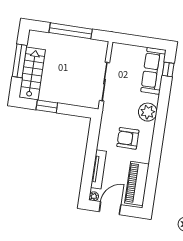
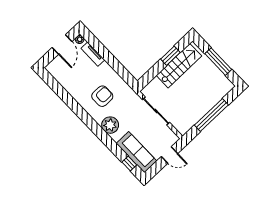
door: (134, 40) -> (169, 155), added
stairs: (32, 74) -> (179, 66), moved, turned -90
tv unit: (98, 169) -> (93, 54), width x0.71
piano: (137, 184) -> (65, 77), removed

